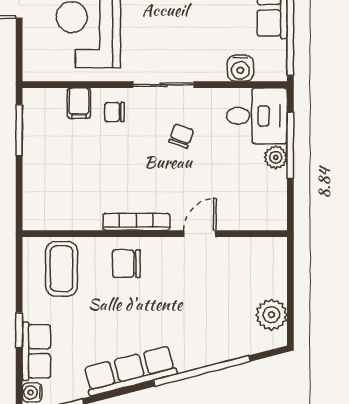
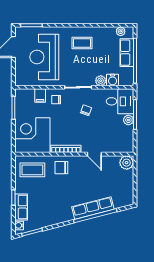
plant: (214, 70) -> (101, 81), added
corner desk: (62, 191) -> (32, 135), added
door: (200, 234) -> (94, 154), swing flipped
coffee table: (62, 269) -> (32, 170), turned 90
plant: (271, 315) -> (127, 163), moved
row of seats: (130, 371) -> (93, 208), moved

